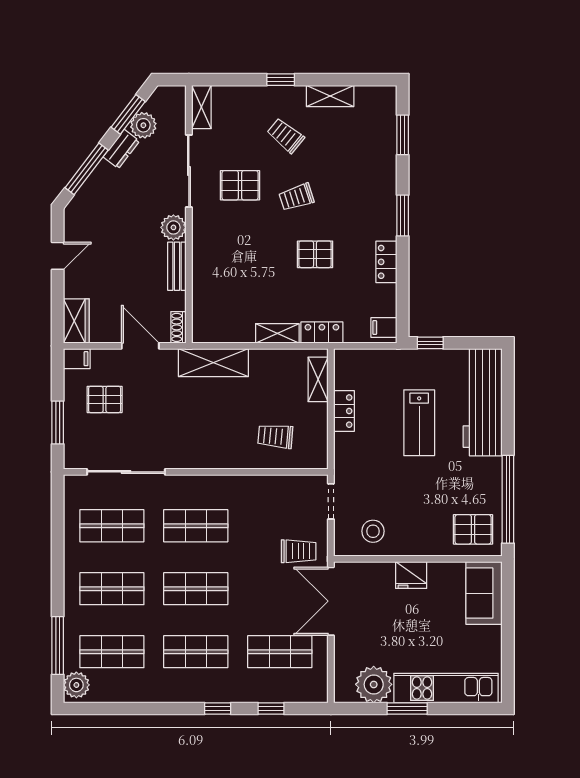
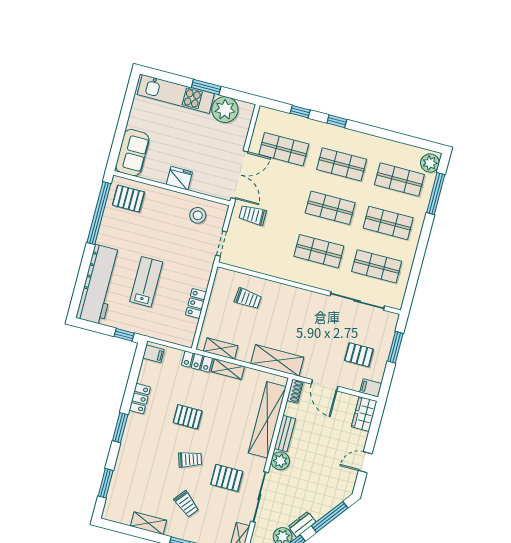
shelving: (206, 278) -> (267, 420), added
shelving: (318, 379) -> (221, 348), moved, turned 90

